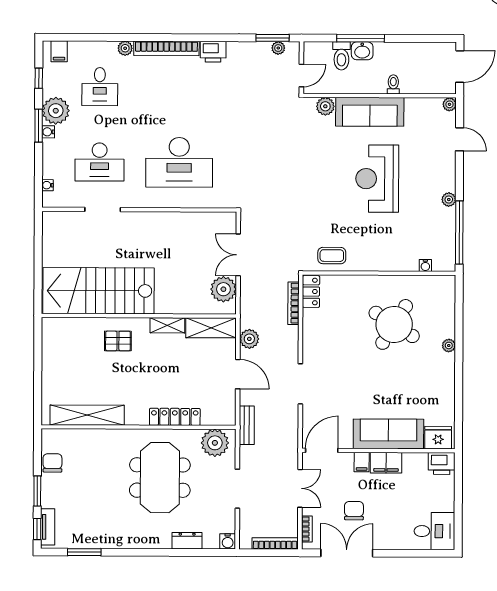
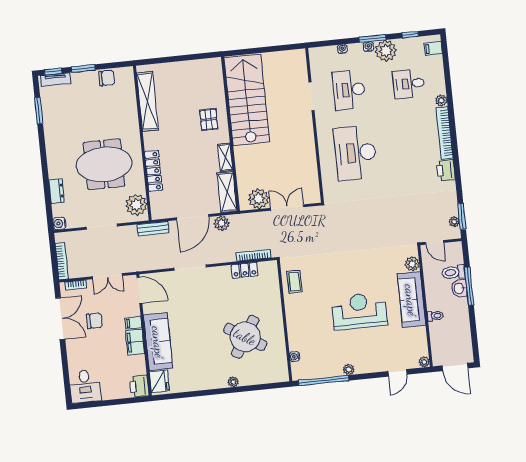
water cooler: (48, 185) -> (342, 49), moved
locker: (311, 292) -> (245, 270), moved
door: (238, 374) -> (193, 217), width x1.36

